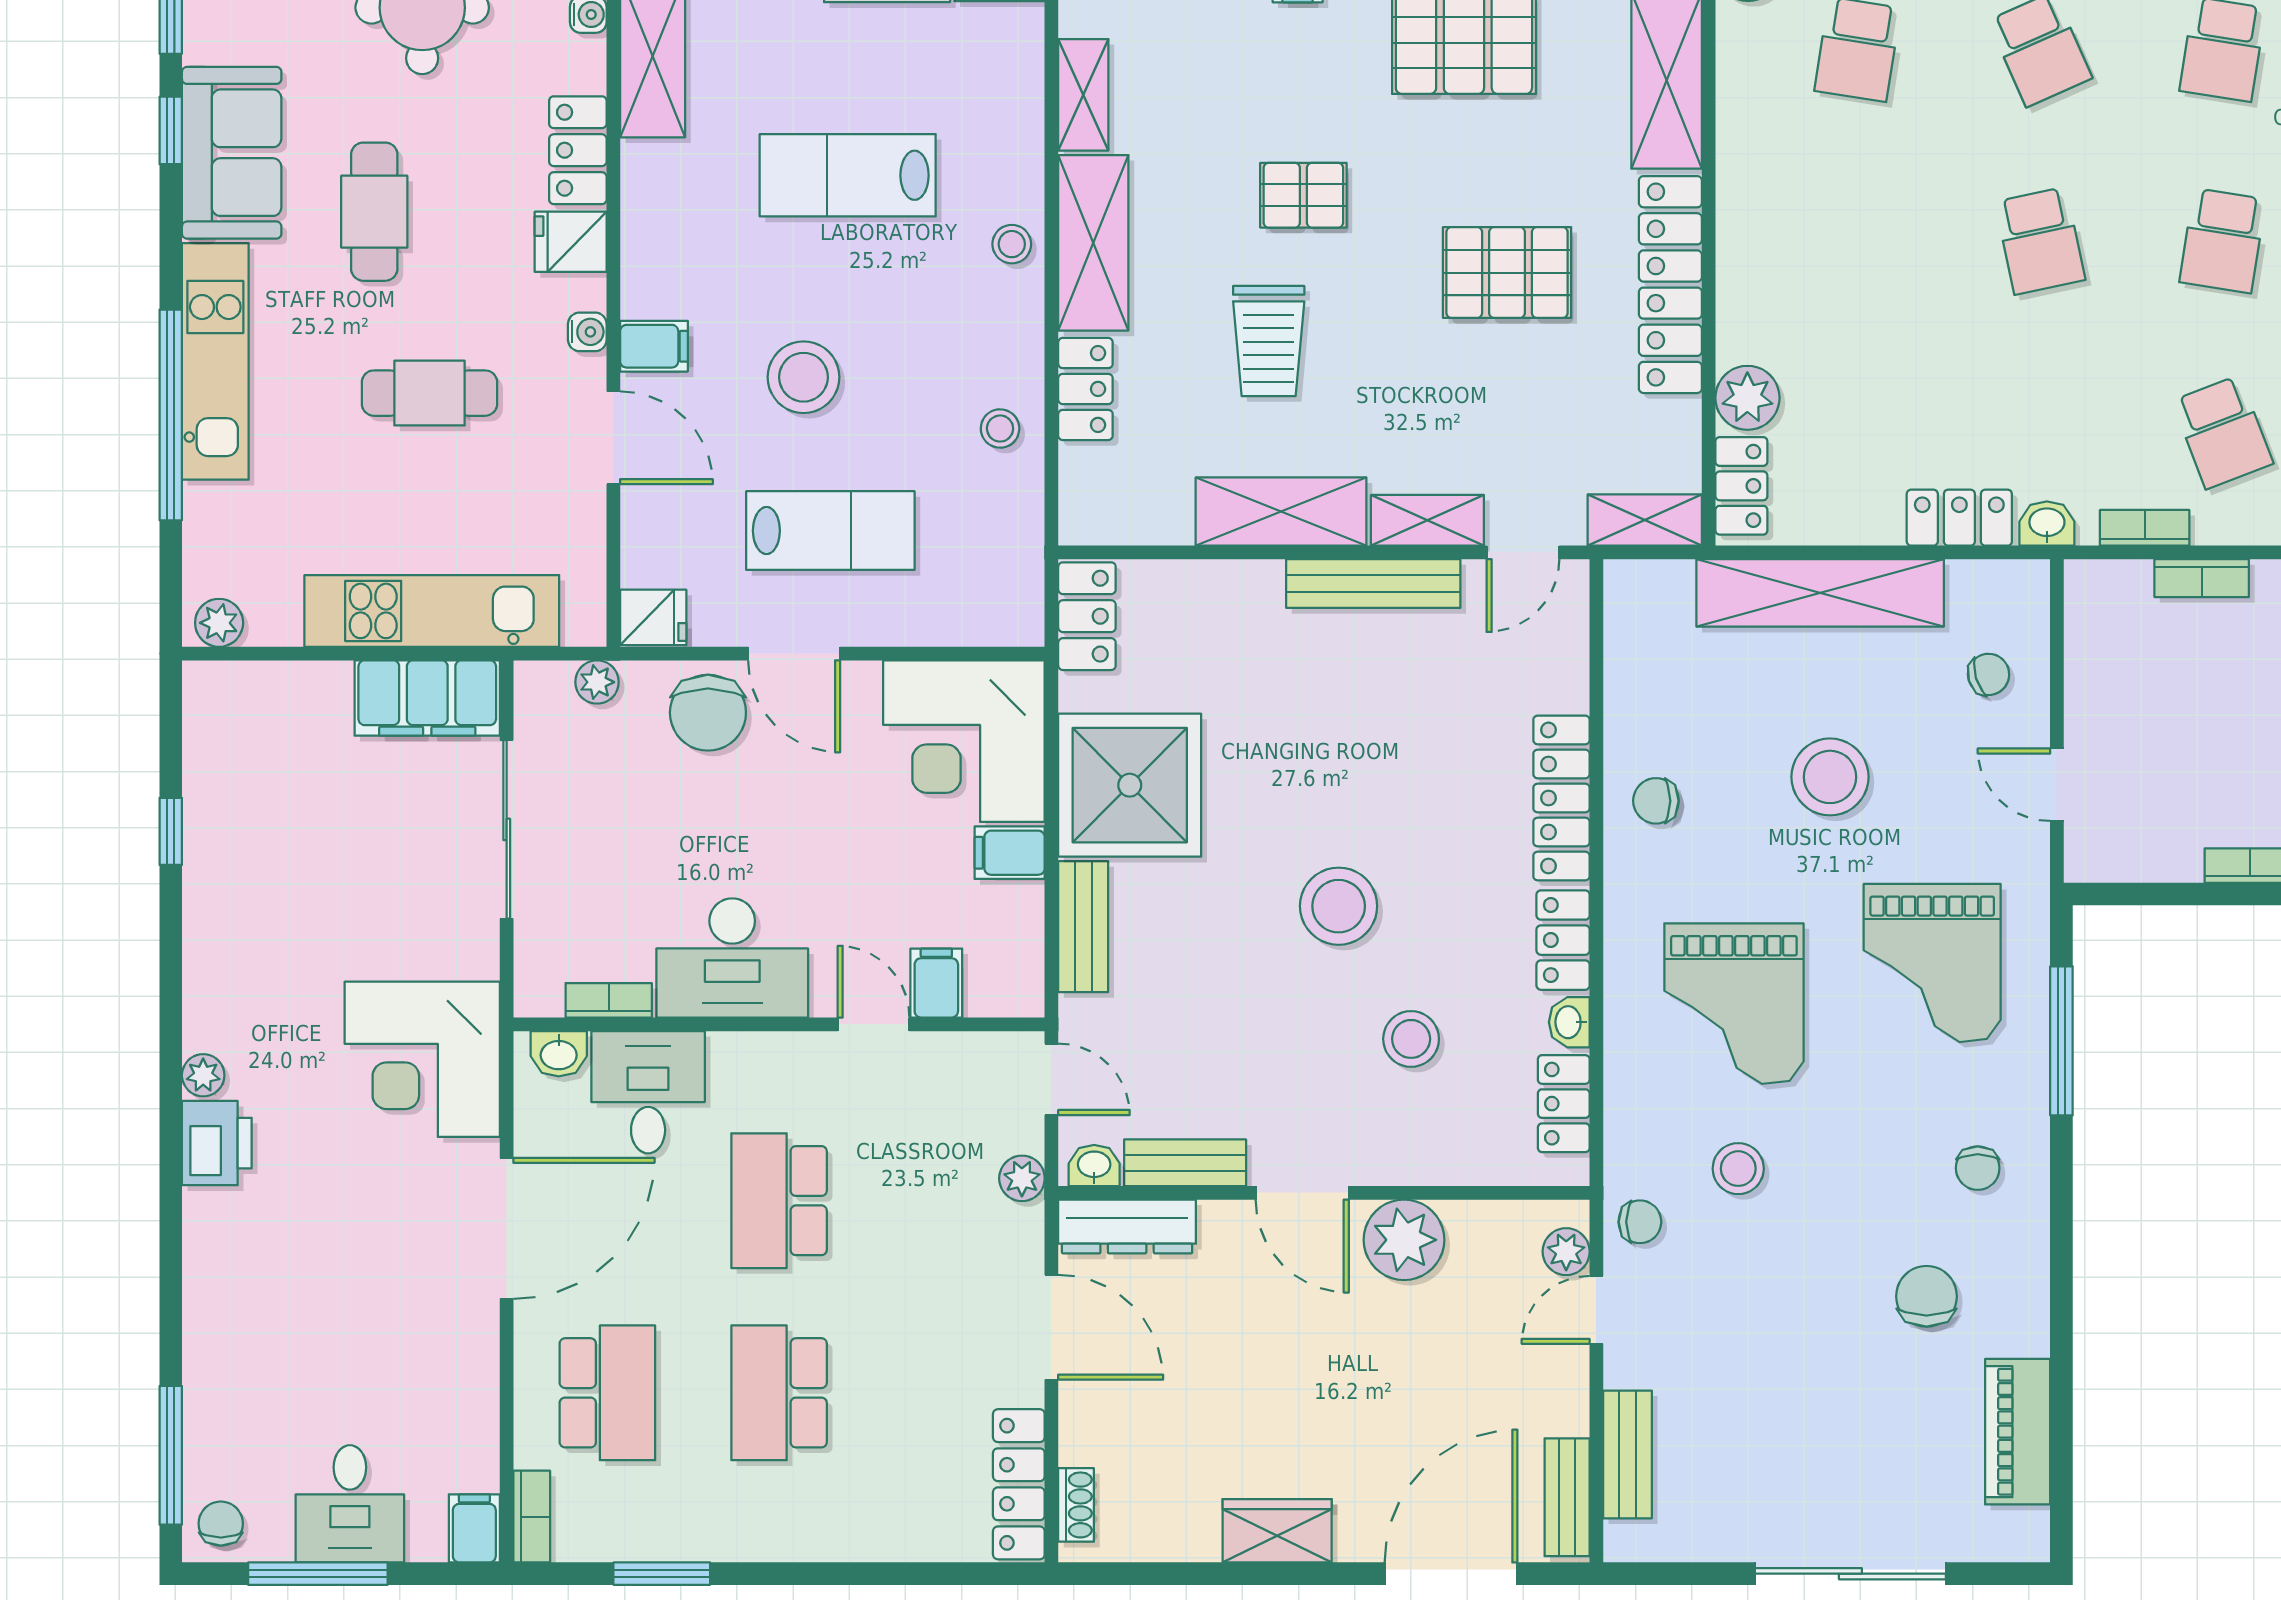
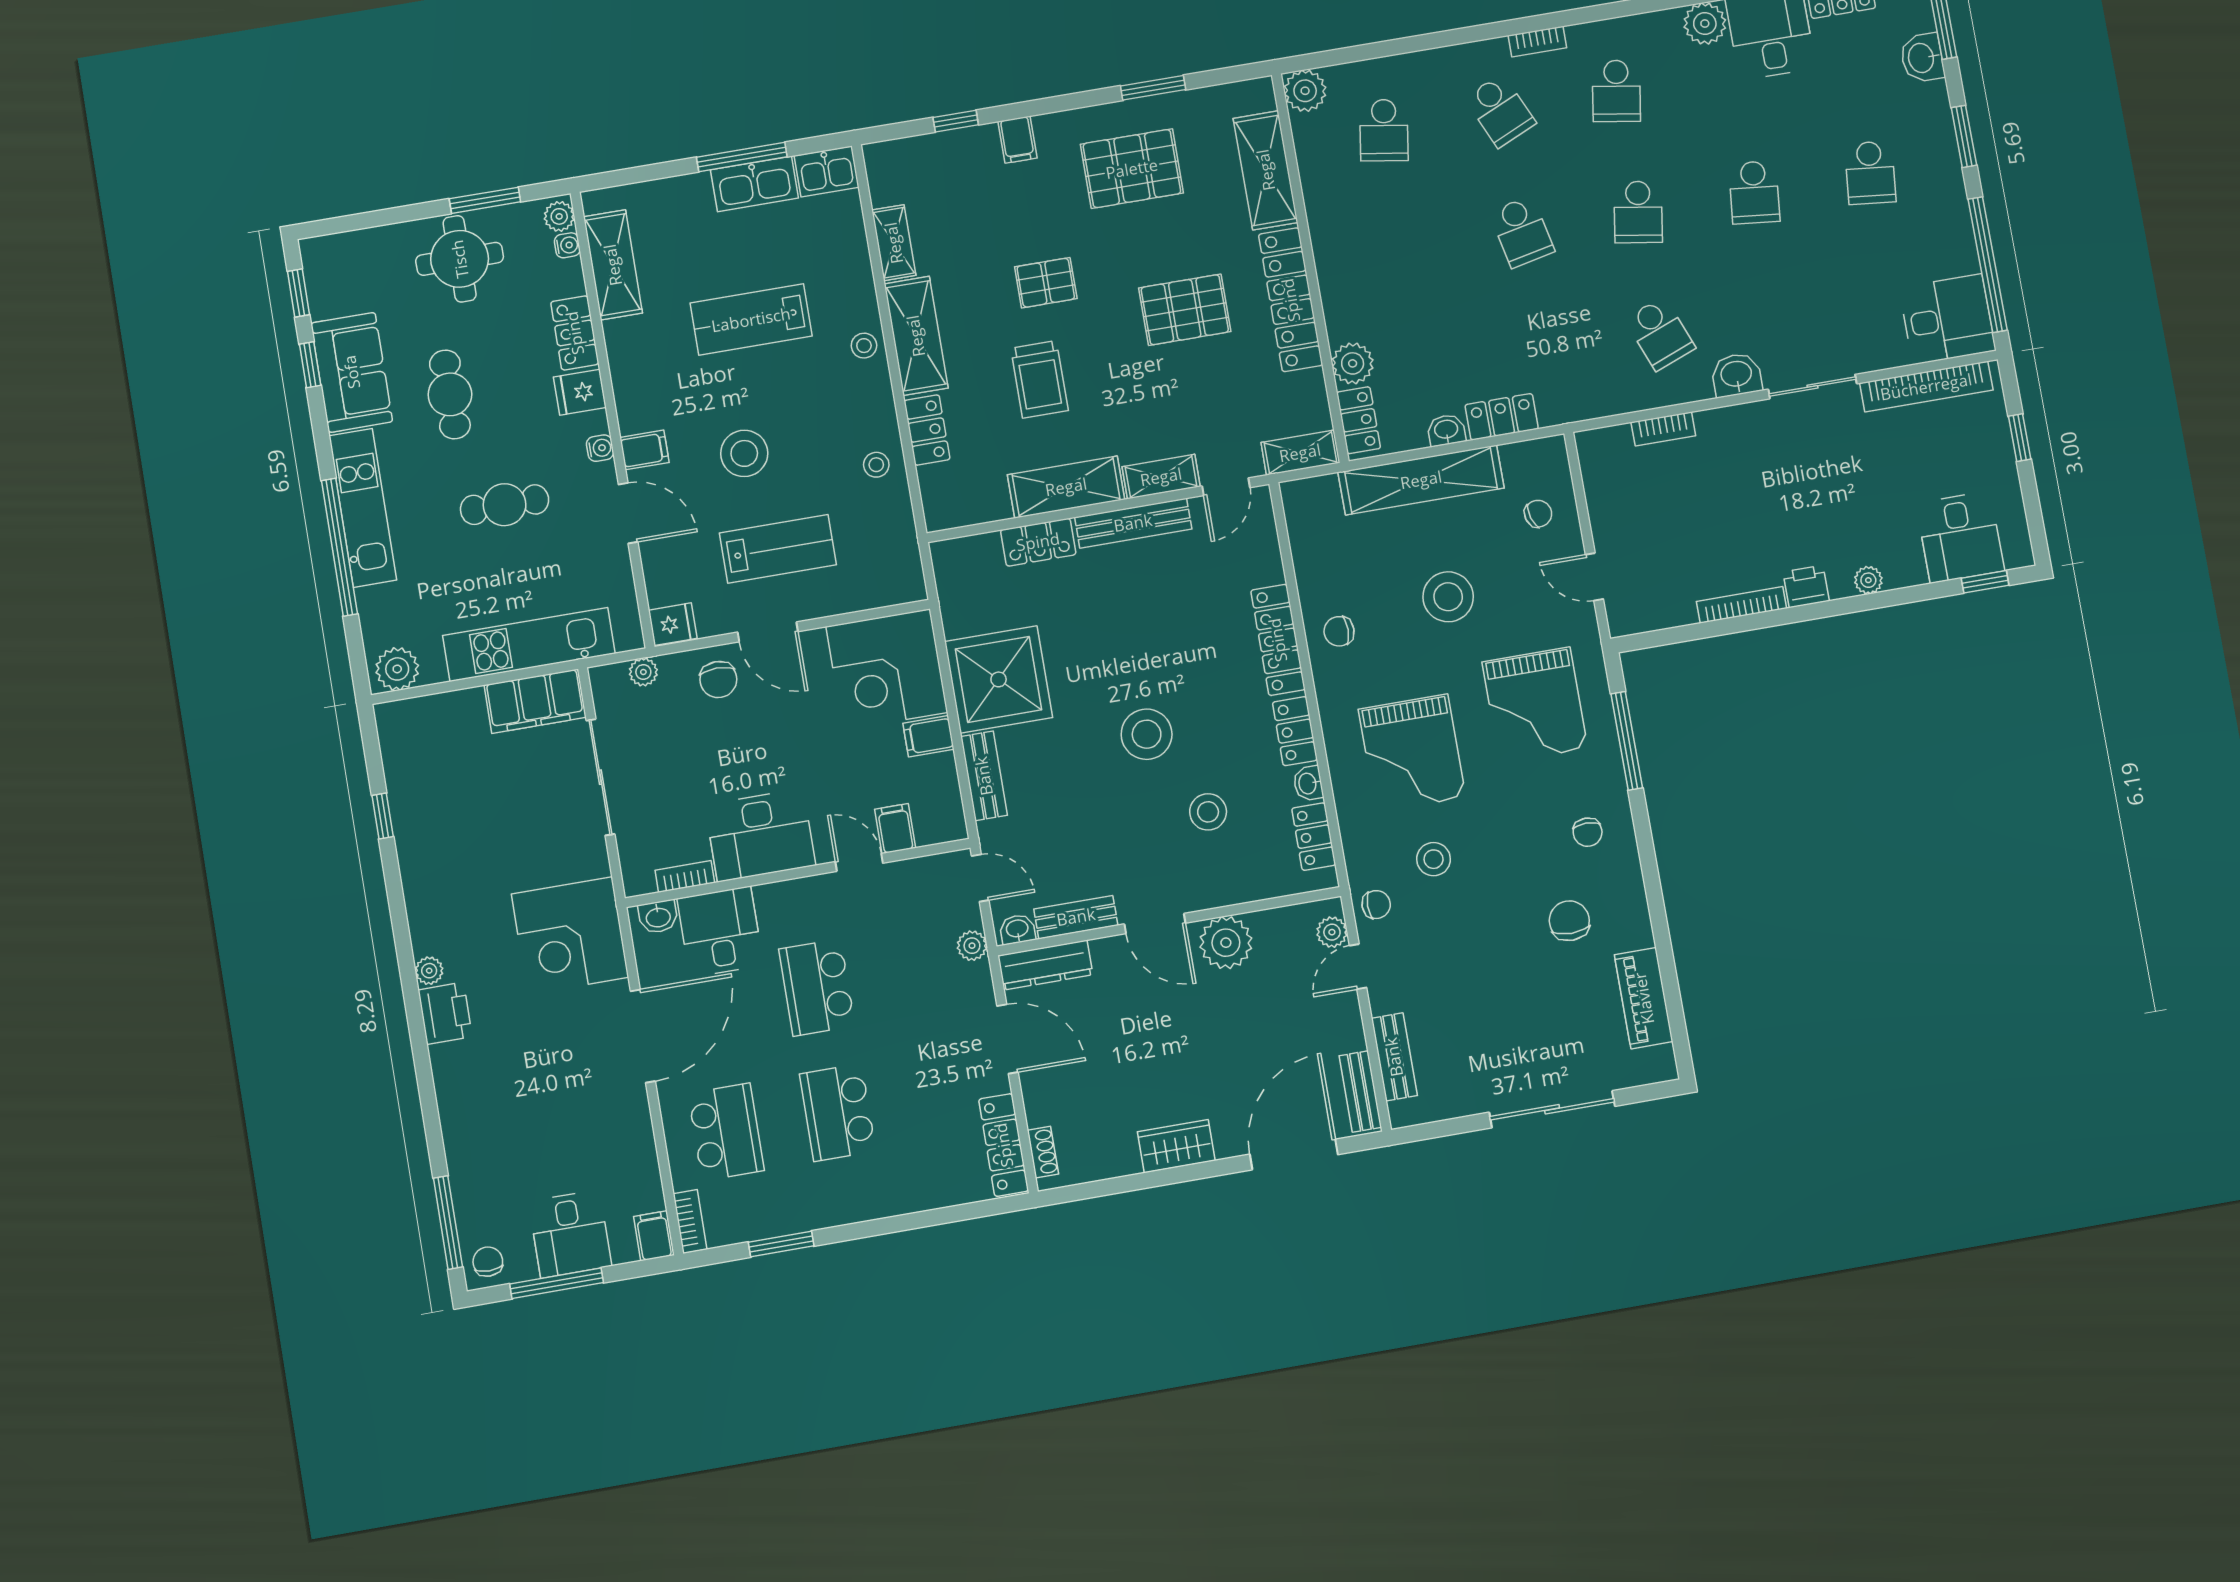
washbasin: (2047, 524) -> (1446, 430), moved
bookcase: (2145, 528) -> (1621, 403), removed
locker: (1087, 616) -> (1038, 542), moved, turned 90
plant: (219, 623) -> (397, 669), width x1.38, depth x1.38
chair: (708, 713) -> (718, 679), width x0.73, depth x0.73

